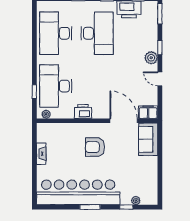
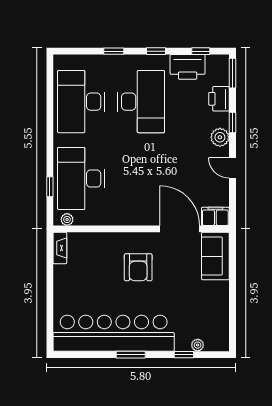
printer: (83, 111) -> (219, 99), moved, turned -90
armchair: (95, 147) -> (138, 267), turned -90
fireplace: (41, 154) -> (60, 248), moved

